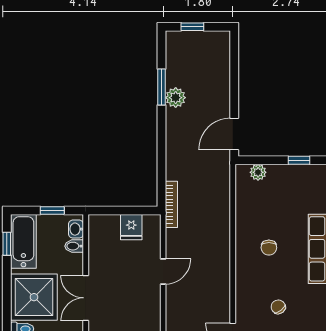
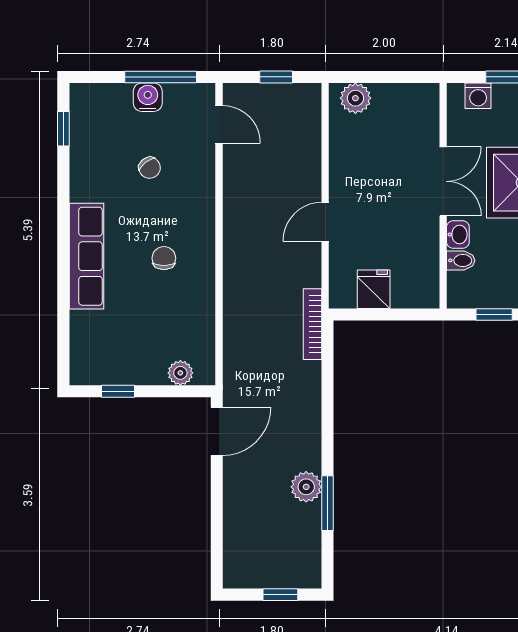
washbasin: (76, 229) -> (458, 235), moved

